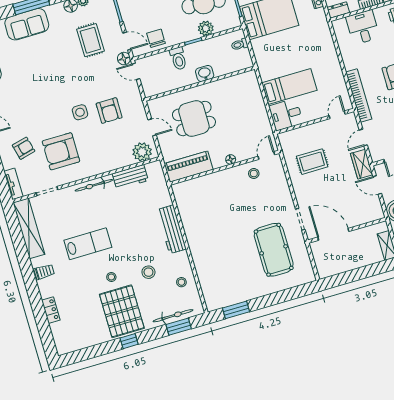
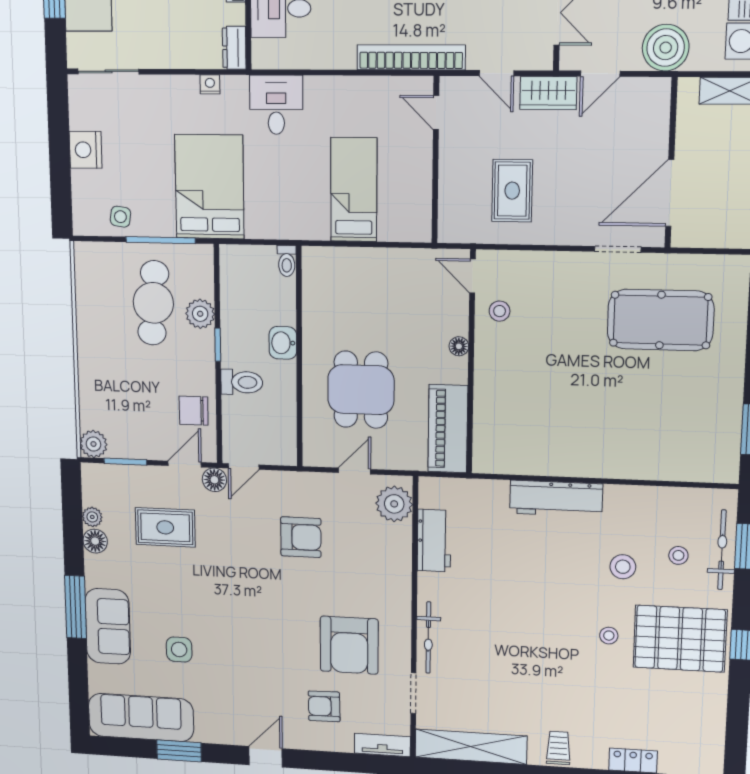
toilet: (240, 44) -> (287, 261), moved
side table: (80, 112) -> (179, 649), moved
desk: (286, 115) -> (276, 105), moved, turned 180
armchair: (24, 148) -> (324, 706), turned -77
bicycle: (94, 185) -> (428, 638), moved
lab bench: (88, 244) -> (533, 656), removed
stool: (181, 282) -> (678, 555), moved

